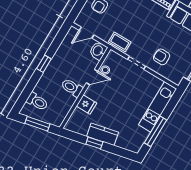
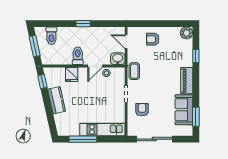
door: (92, 77) -> (95, 66), hinge flipped
window: (94, 143) -> (42, 81), moved

